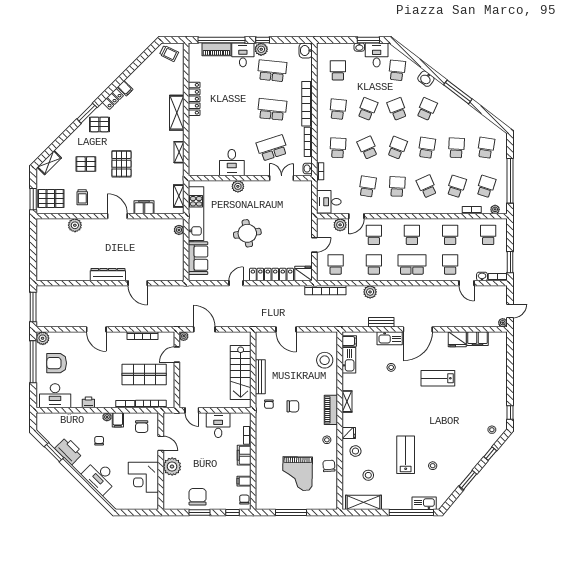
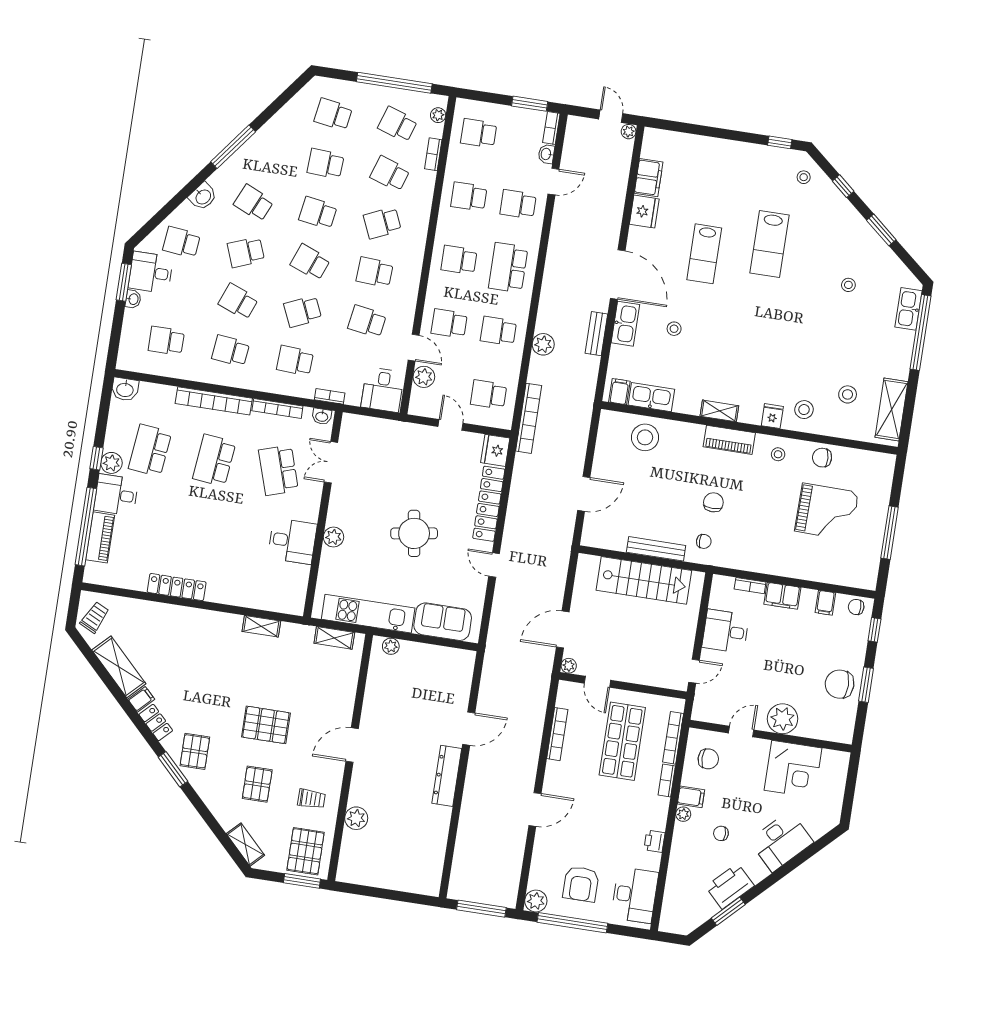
shelving: (177, 113) -> (119, 667), moved, turned 45
filing cabinet: (144, 207) -> (344, 699), removed
lab bench: (406, 455) -> (770, 244), moved, turned -90

